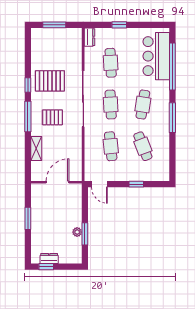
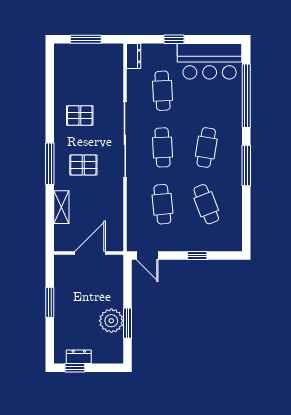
bar counter: (156, 56) -> (210, 61), moved, turned -90
pallet: (50, 81) -> (80, 116), width x0.67, depth x0.71
window: (28, 85) -> (50, 121), removed
plant: (77, 232) -> (111, 321), width x1.88, depth x1.88

